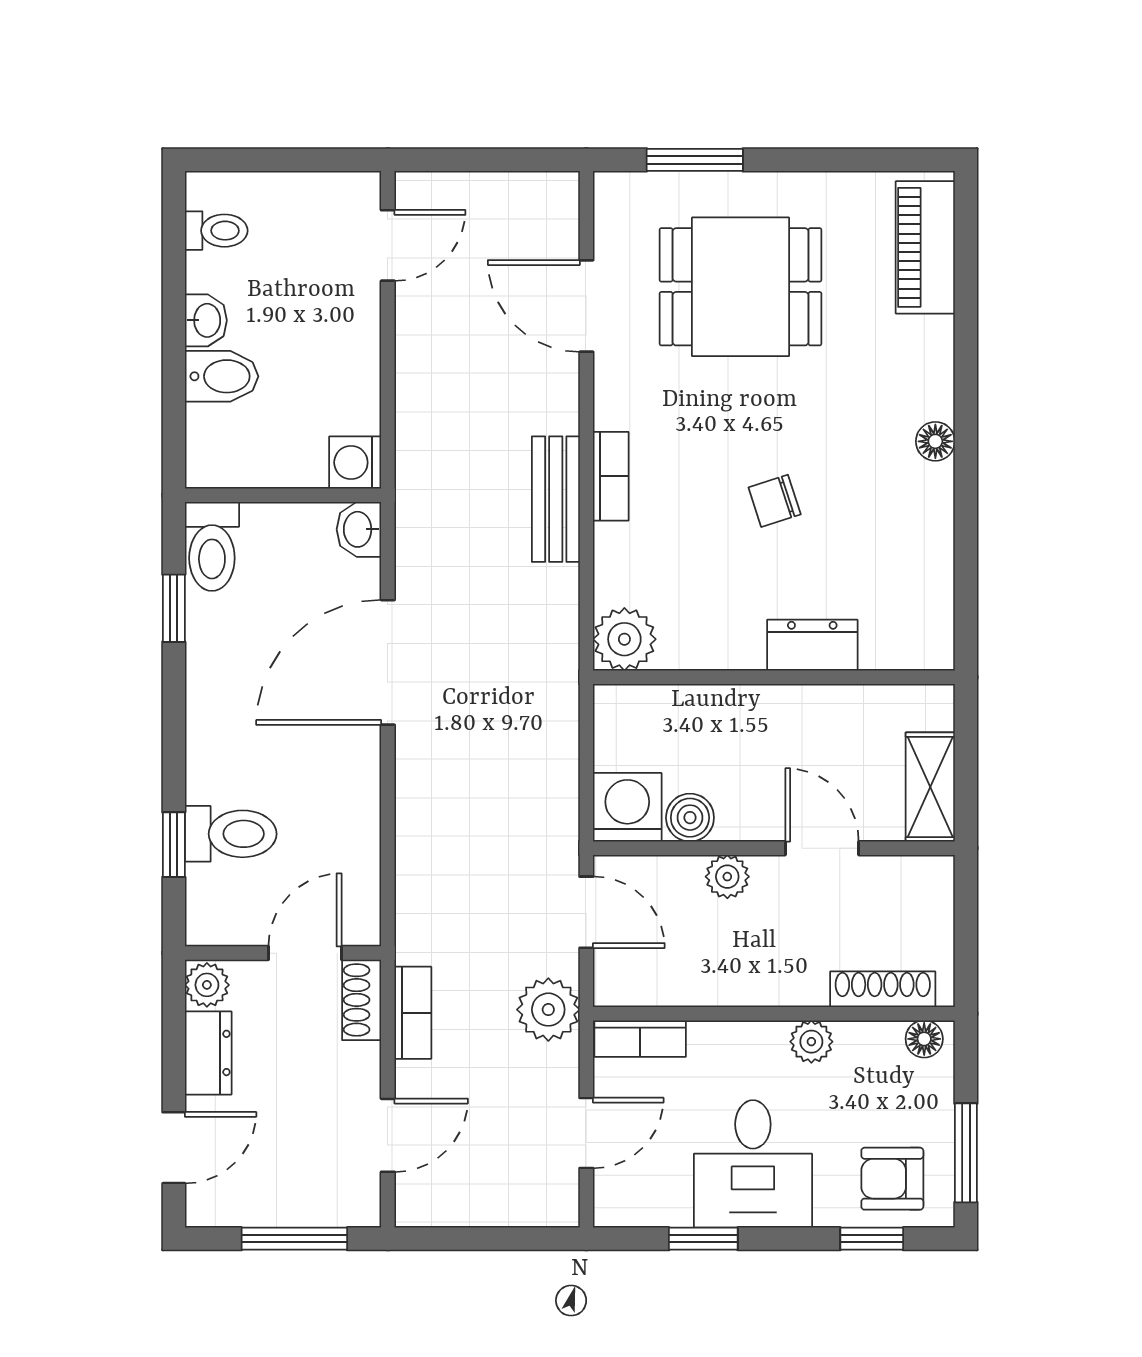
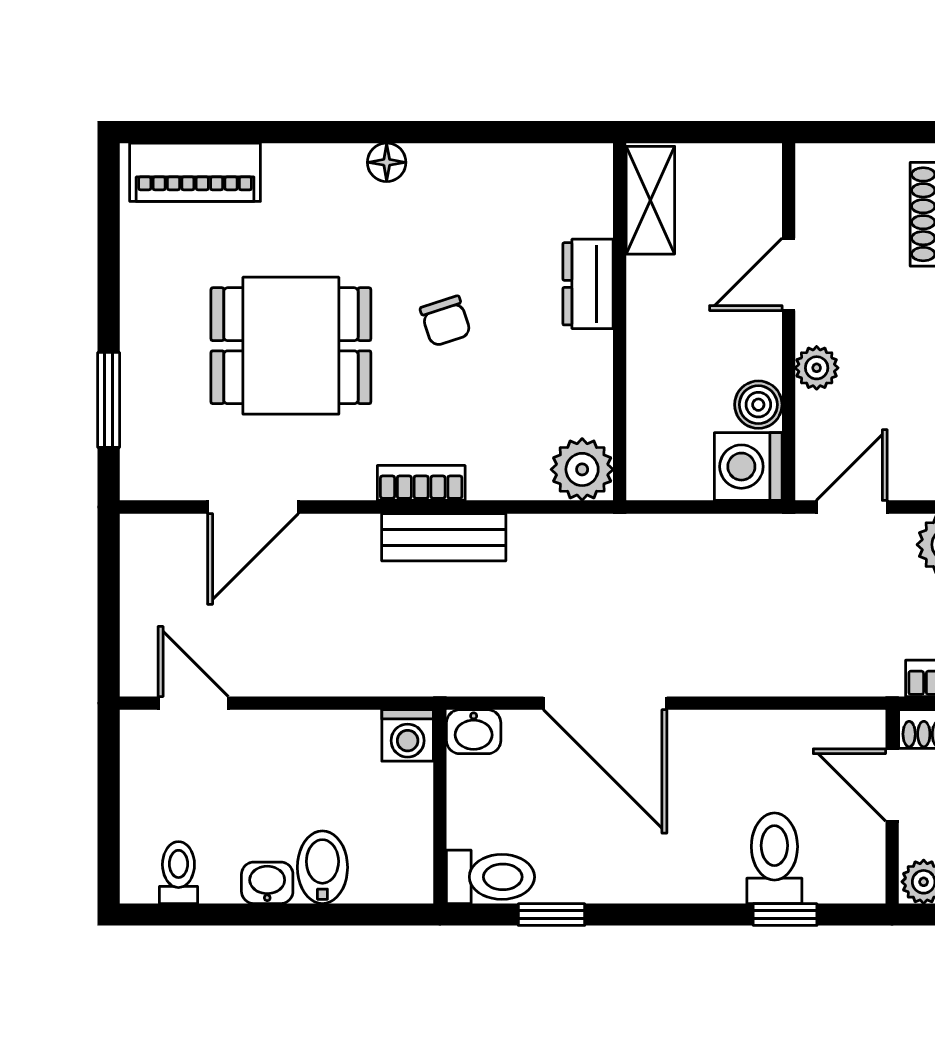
dining table: (741, 287) -> (291, 346), moved, turned 90
shelving: (930, 787) -> (650, 200), moved, turned 90

